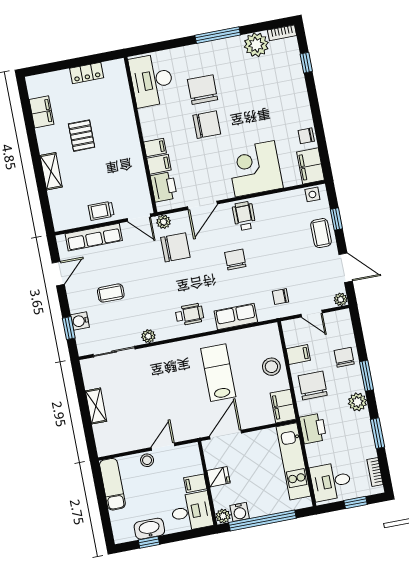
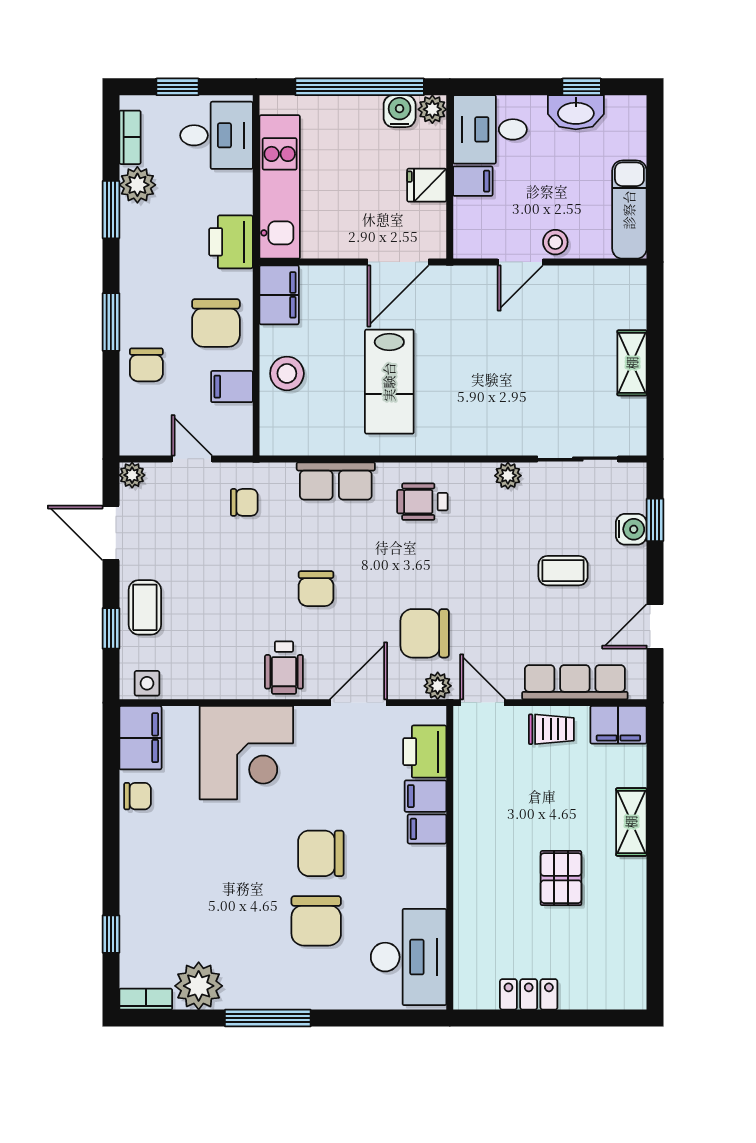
filing cabinet: (42, 112) -> (618, 725), moved, turned -90
plant: (357, 402) -> (137, 185), moved

